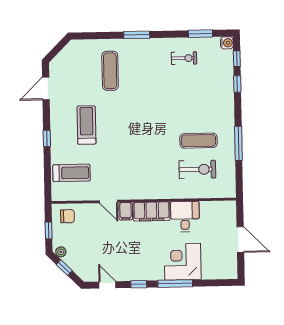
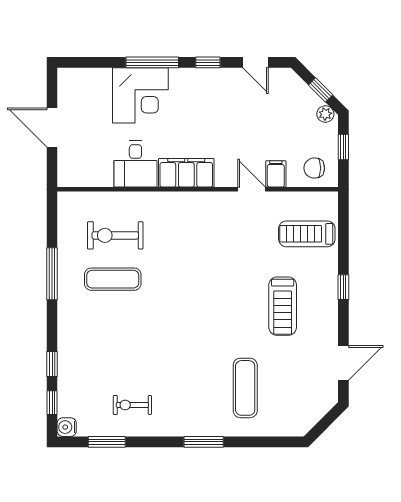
filing cabinet: (126, 211) -> (276, 174), moved

